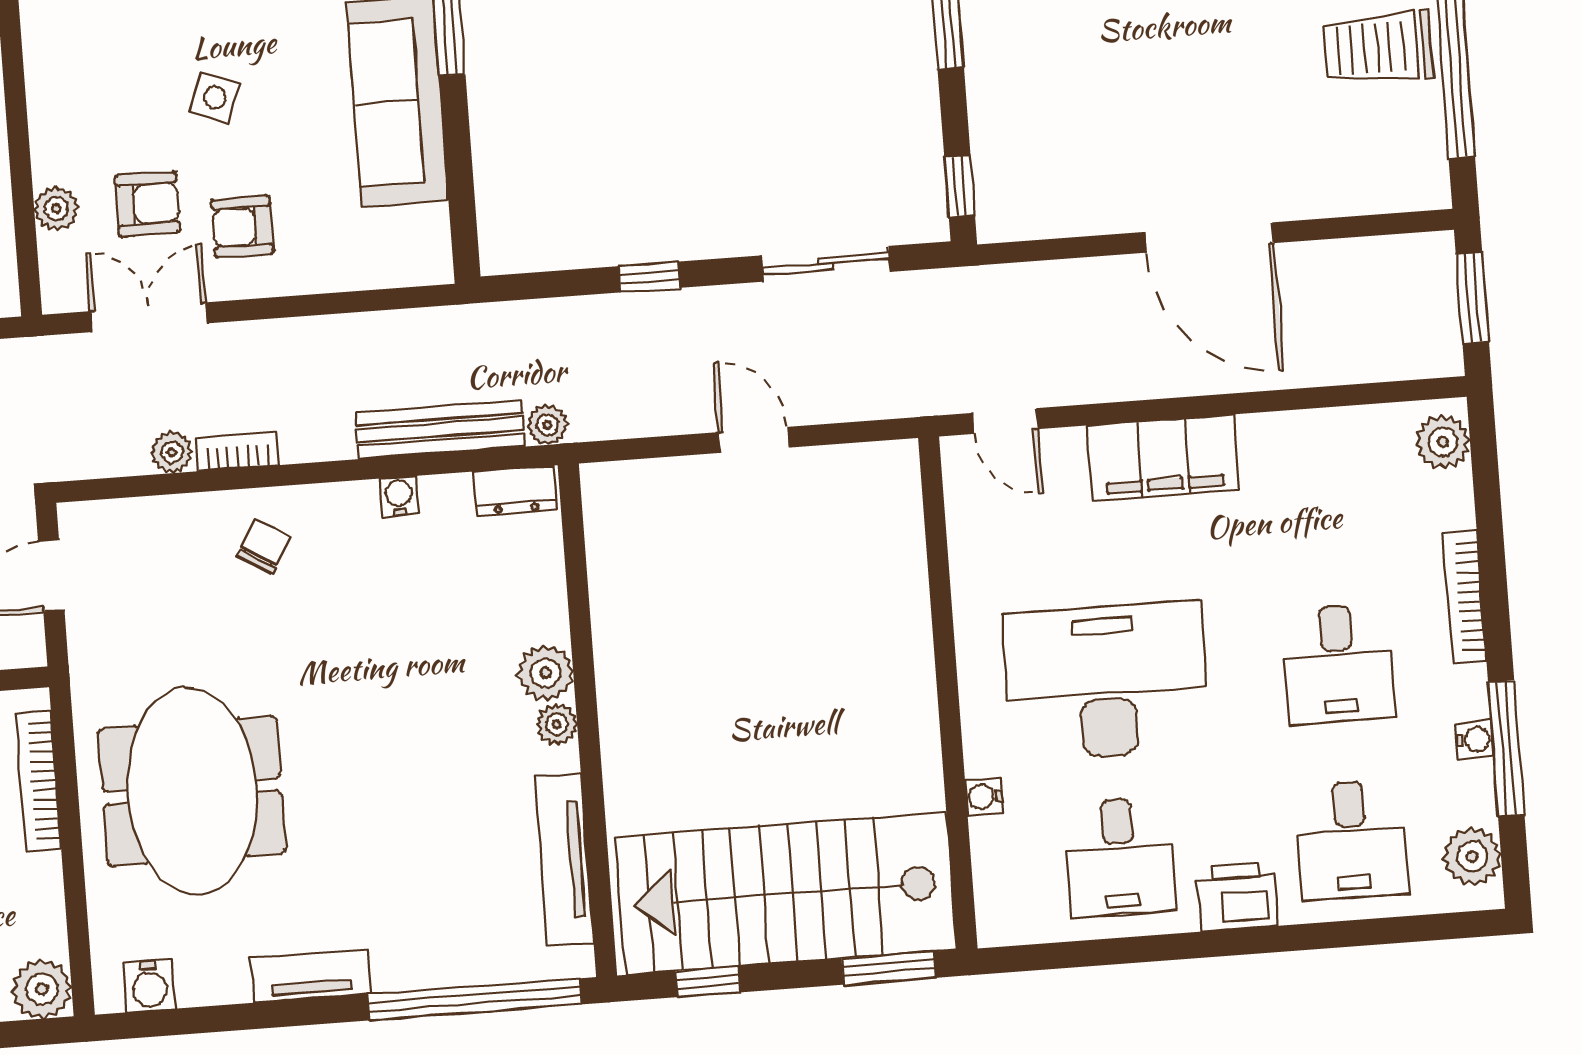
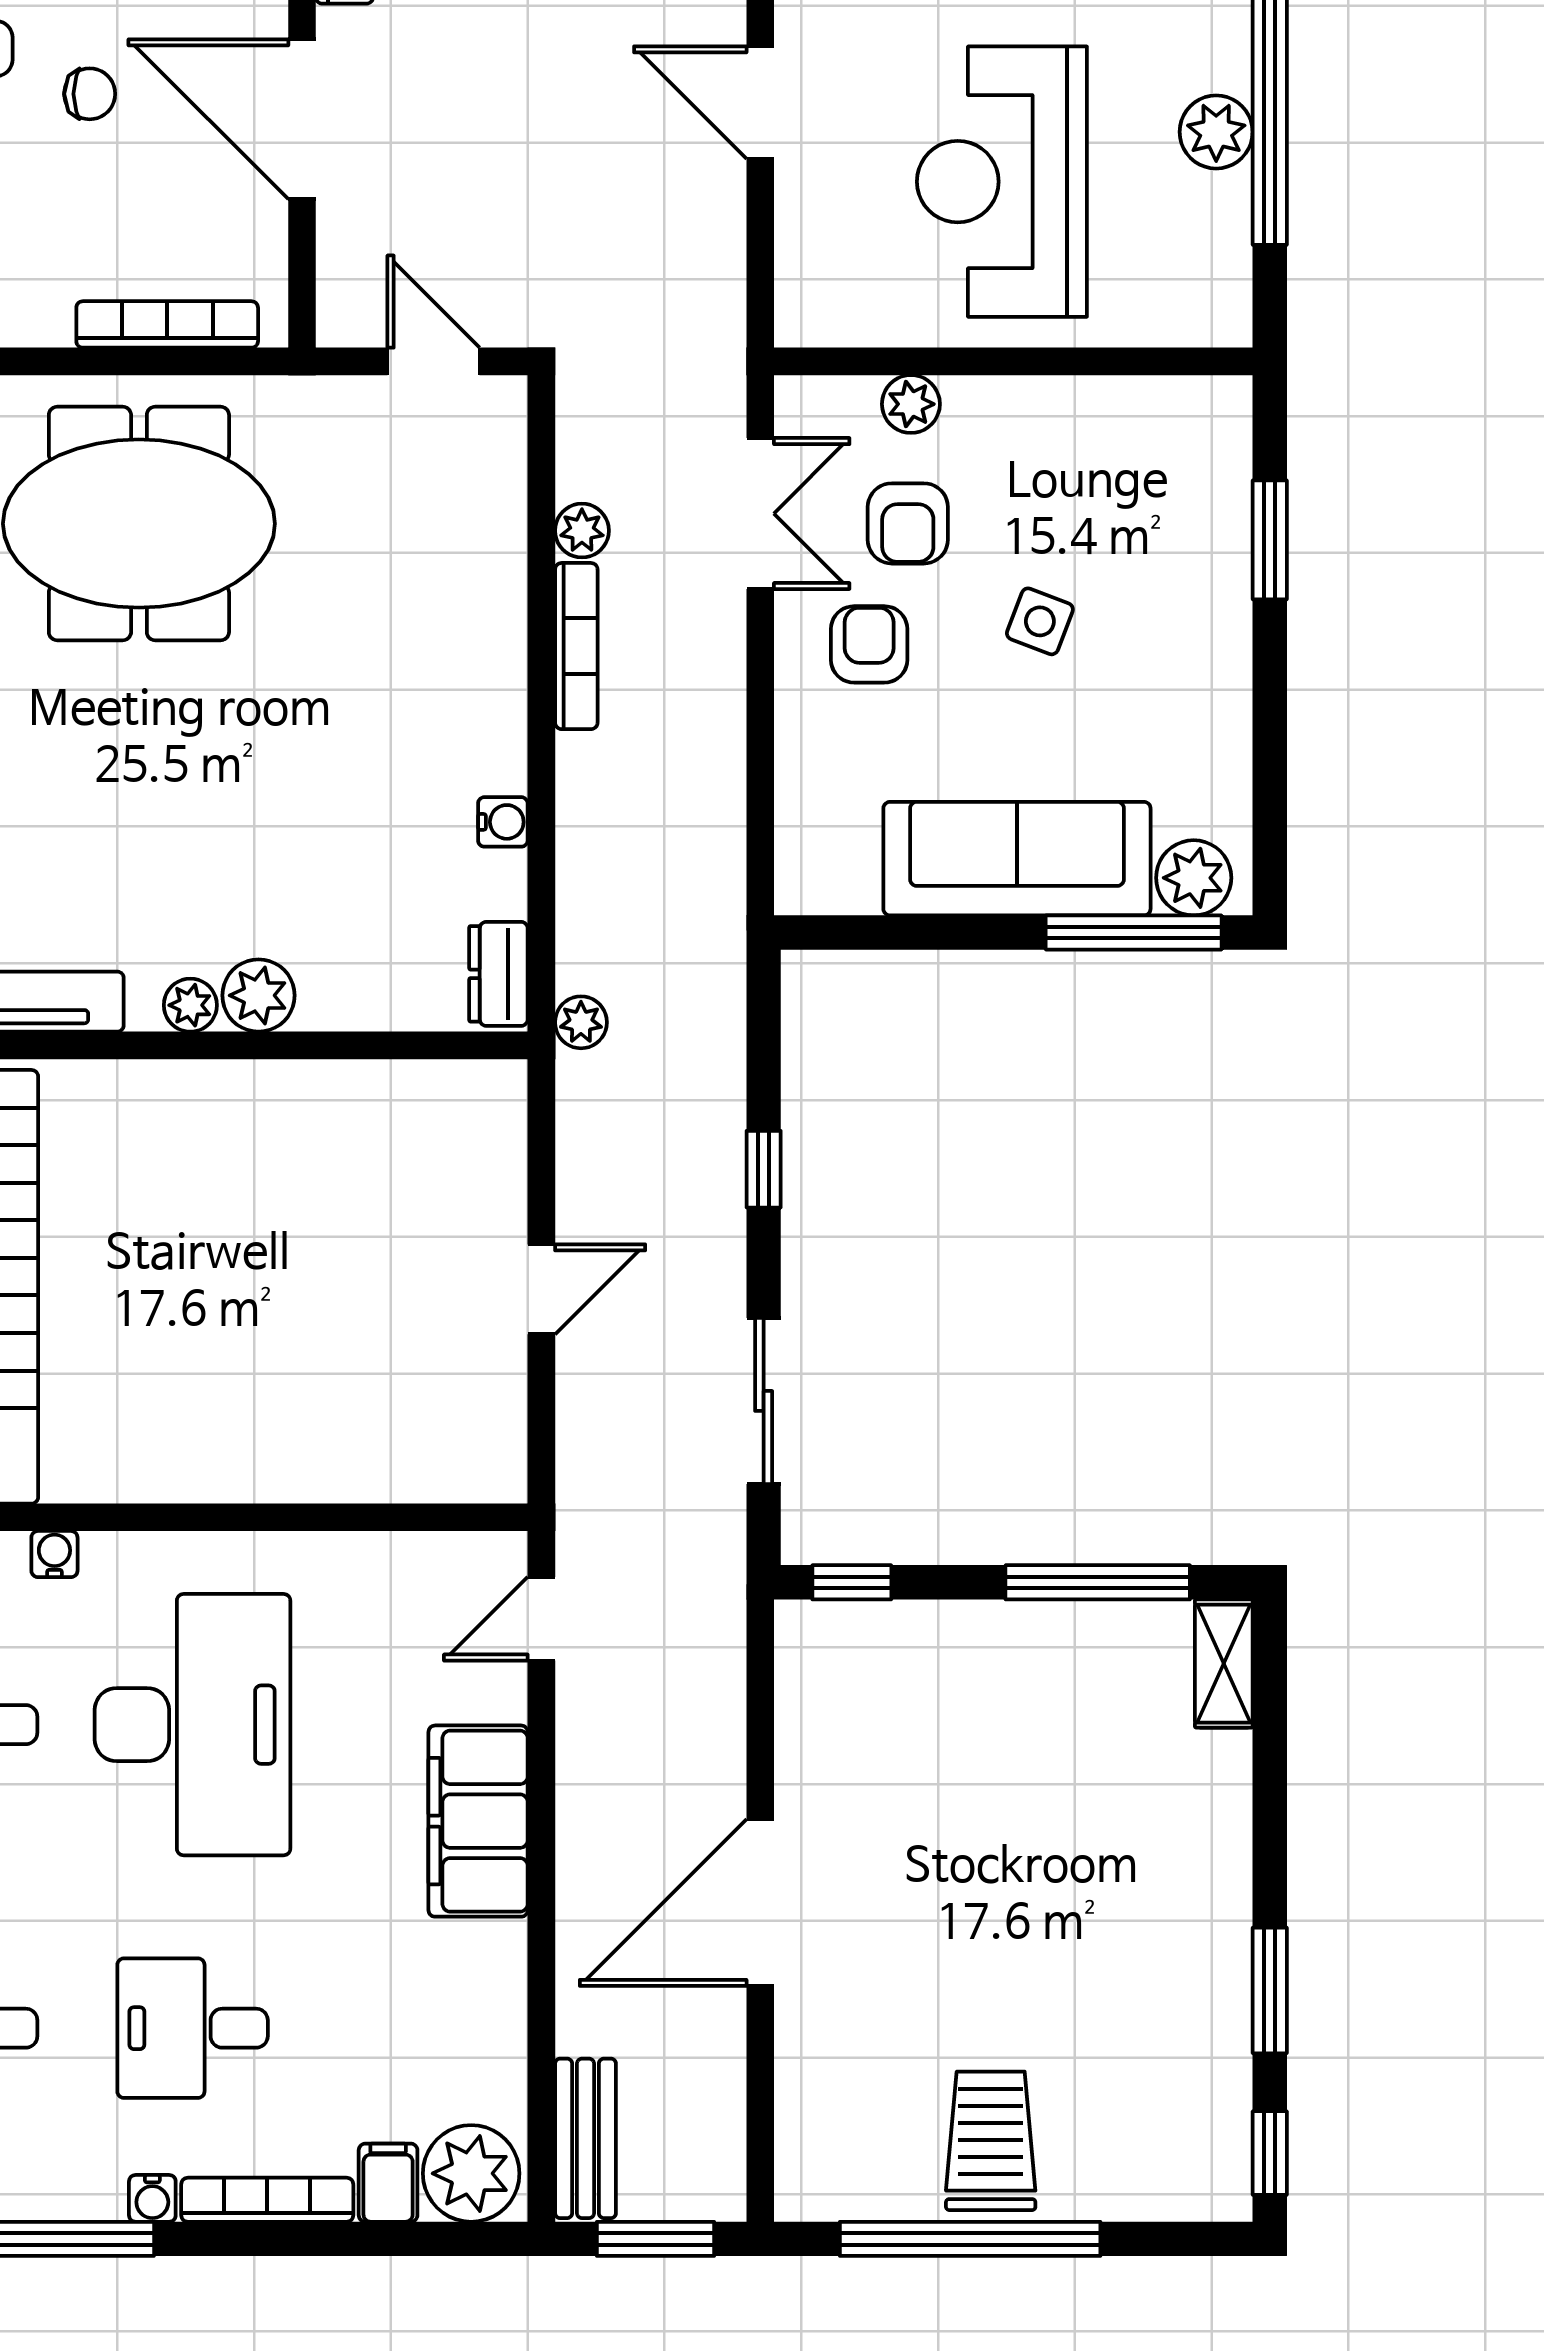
bench: (440, 430) -> (585, 2138), moved, width x0.73
plant: (1443, 442) -> (471, 2173), width x1.36, depth x1.36
bookcase: (238, 452) -> (576, 646), width x1.56
filing cabinet: (1445, 506) -> (388, 2183), added
chair: (264, 547) -> (450, 641), removed
water cooler: (1474, 740) -> (152, 2198), moved

